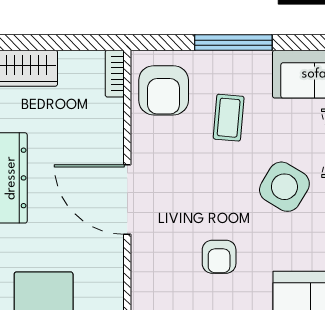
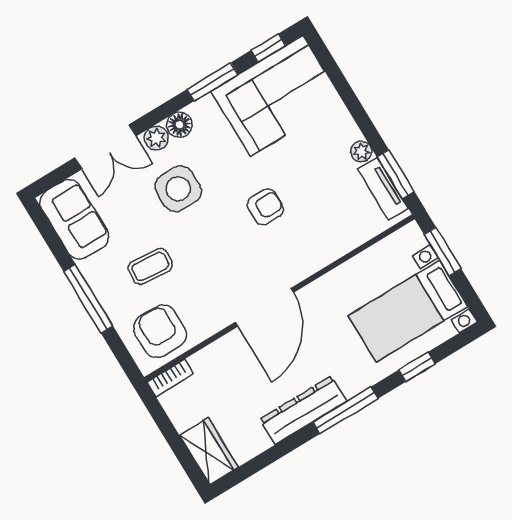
armchair: (164, 90) -> (160, 331), turned -90
side table: (284, 187) -> (178, 189), turned -31

